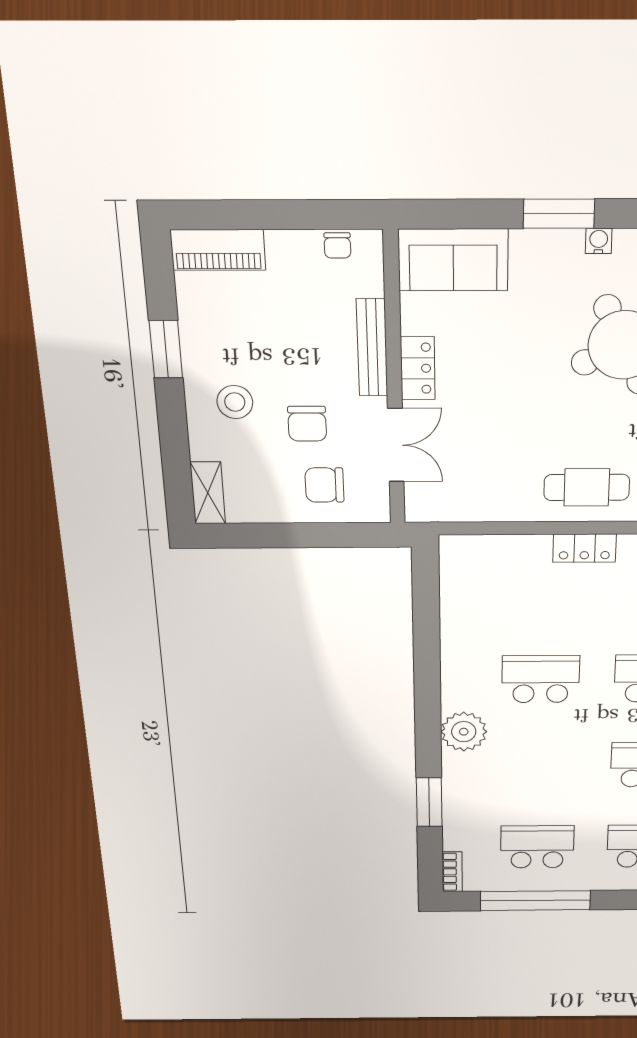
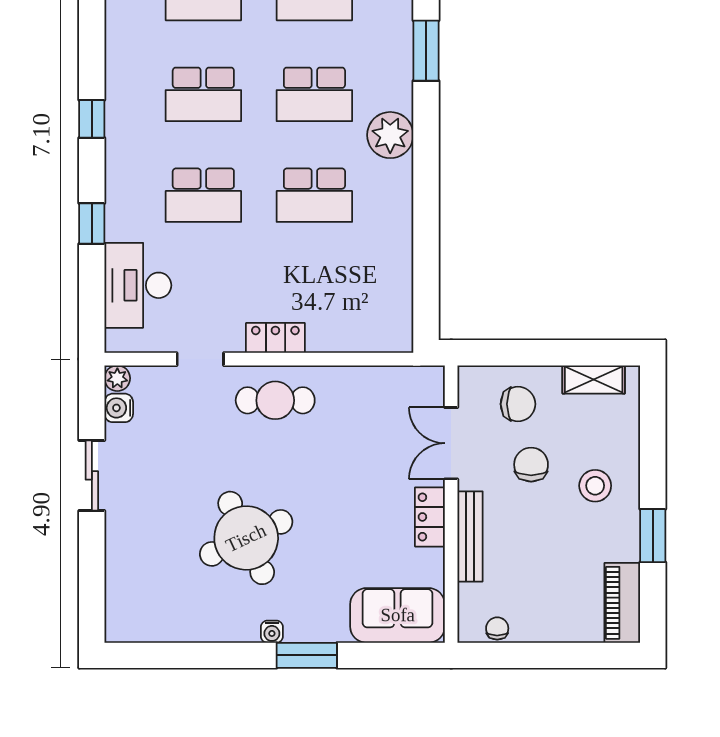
piano: (218, 250) -> (622, 603), moved, turned -90
shelving: (208, 493) -> (594, 379), moved, turned 90
school desk: (539, 765) -> (314, 94), added

